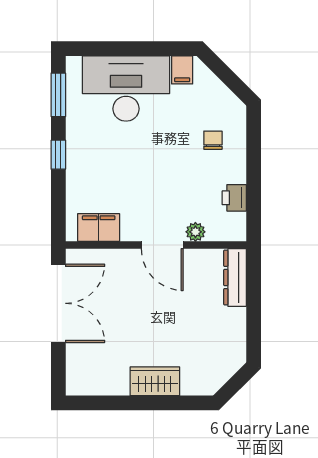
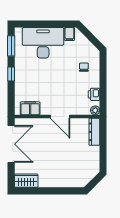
plant: (195, 232) -> (95, 110), moved
wardrobe: (155, 381) -> (26, 181), moved

